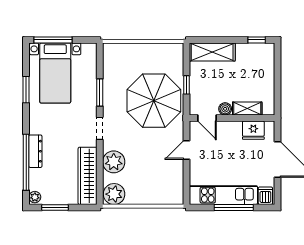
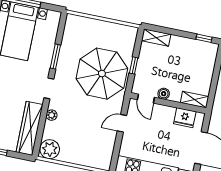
shelving: (212, 52) -> (156, 37), width x0.67, depth x0.75
shelving: (247, 108) -> (195, 100), moved
plant: (114, 162) -> (52, 115), width x0.53, depth x0.53

